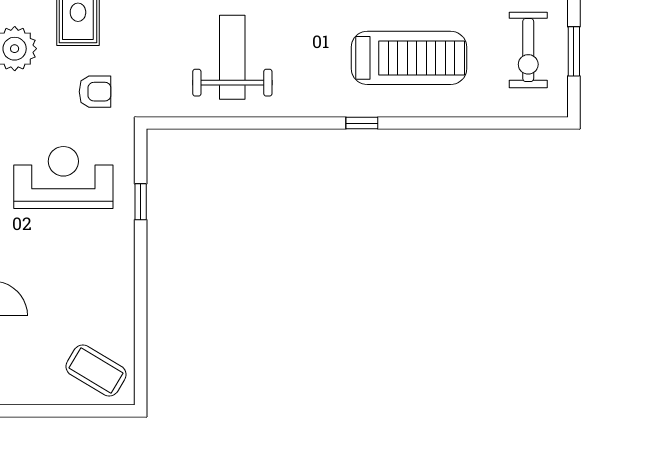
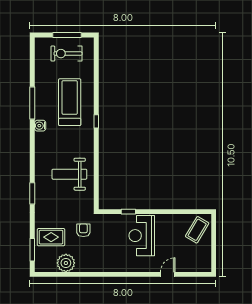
exercise bike: (528, 50) -> (66, 54), turned 180
window: (574, 51) -> (67, 35), width x1.44
reception desk: (63, 177) -> (142, 236), moved

